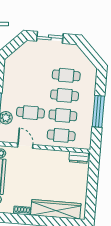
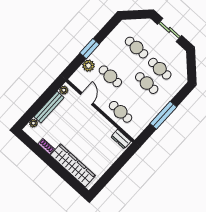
cafe table: (63, 115) -> (136, 48), moved

